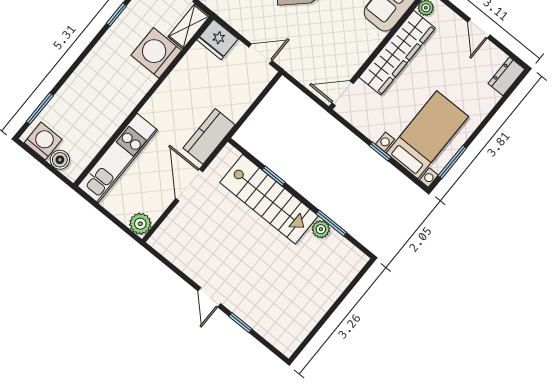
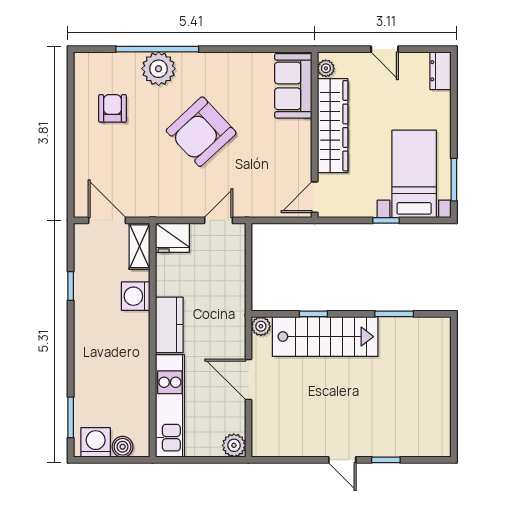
washing machine: (156, 53) -> (136, 296), width x0.73, depth x0.73
kitchen counter: (209, 136) -> (169, 325), moved, turned 180
plant: (321, 229) -> (261, 326), moved

